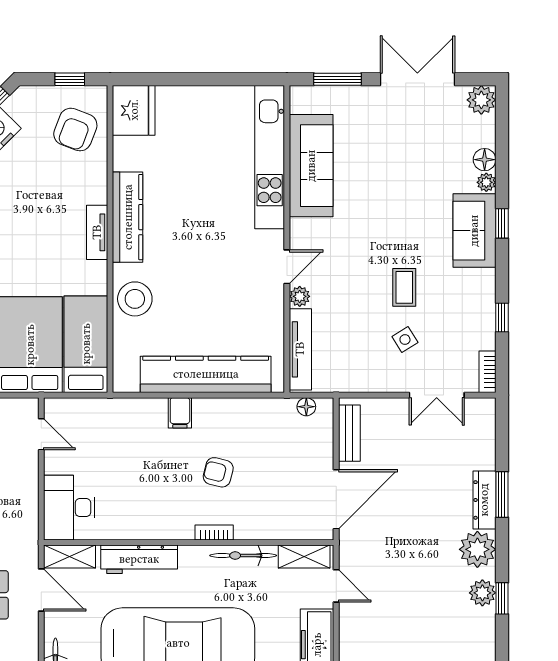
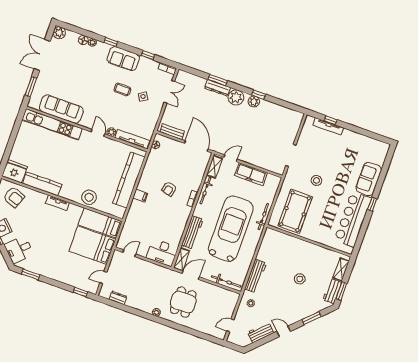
kitchen counter: (128, 217) -> (42, 184), moved
sofa: (474, 231) -> (123, 59), moved

